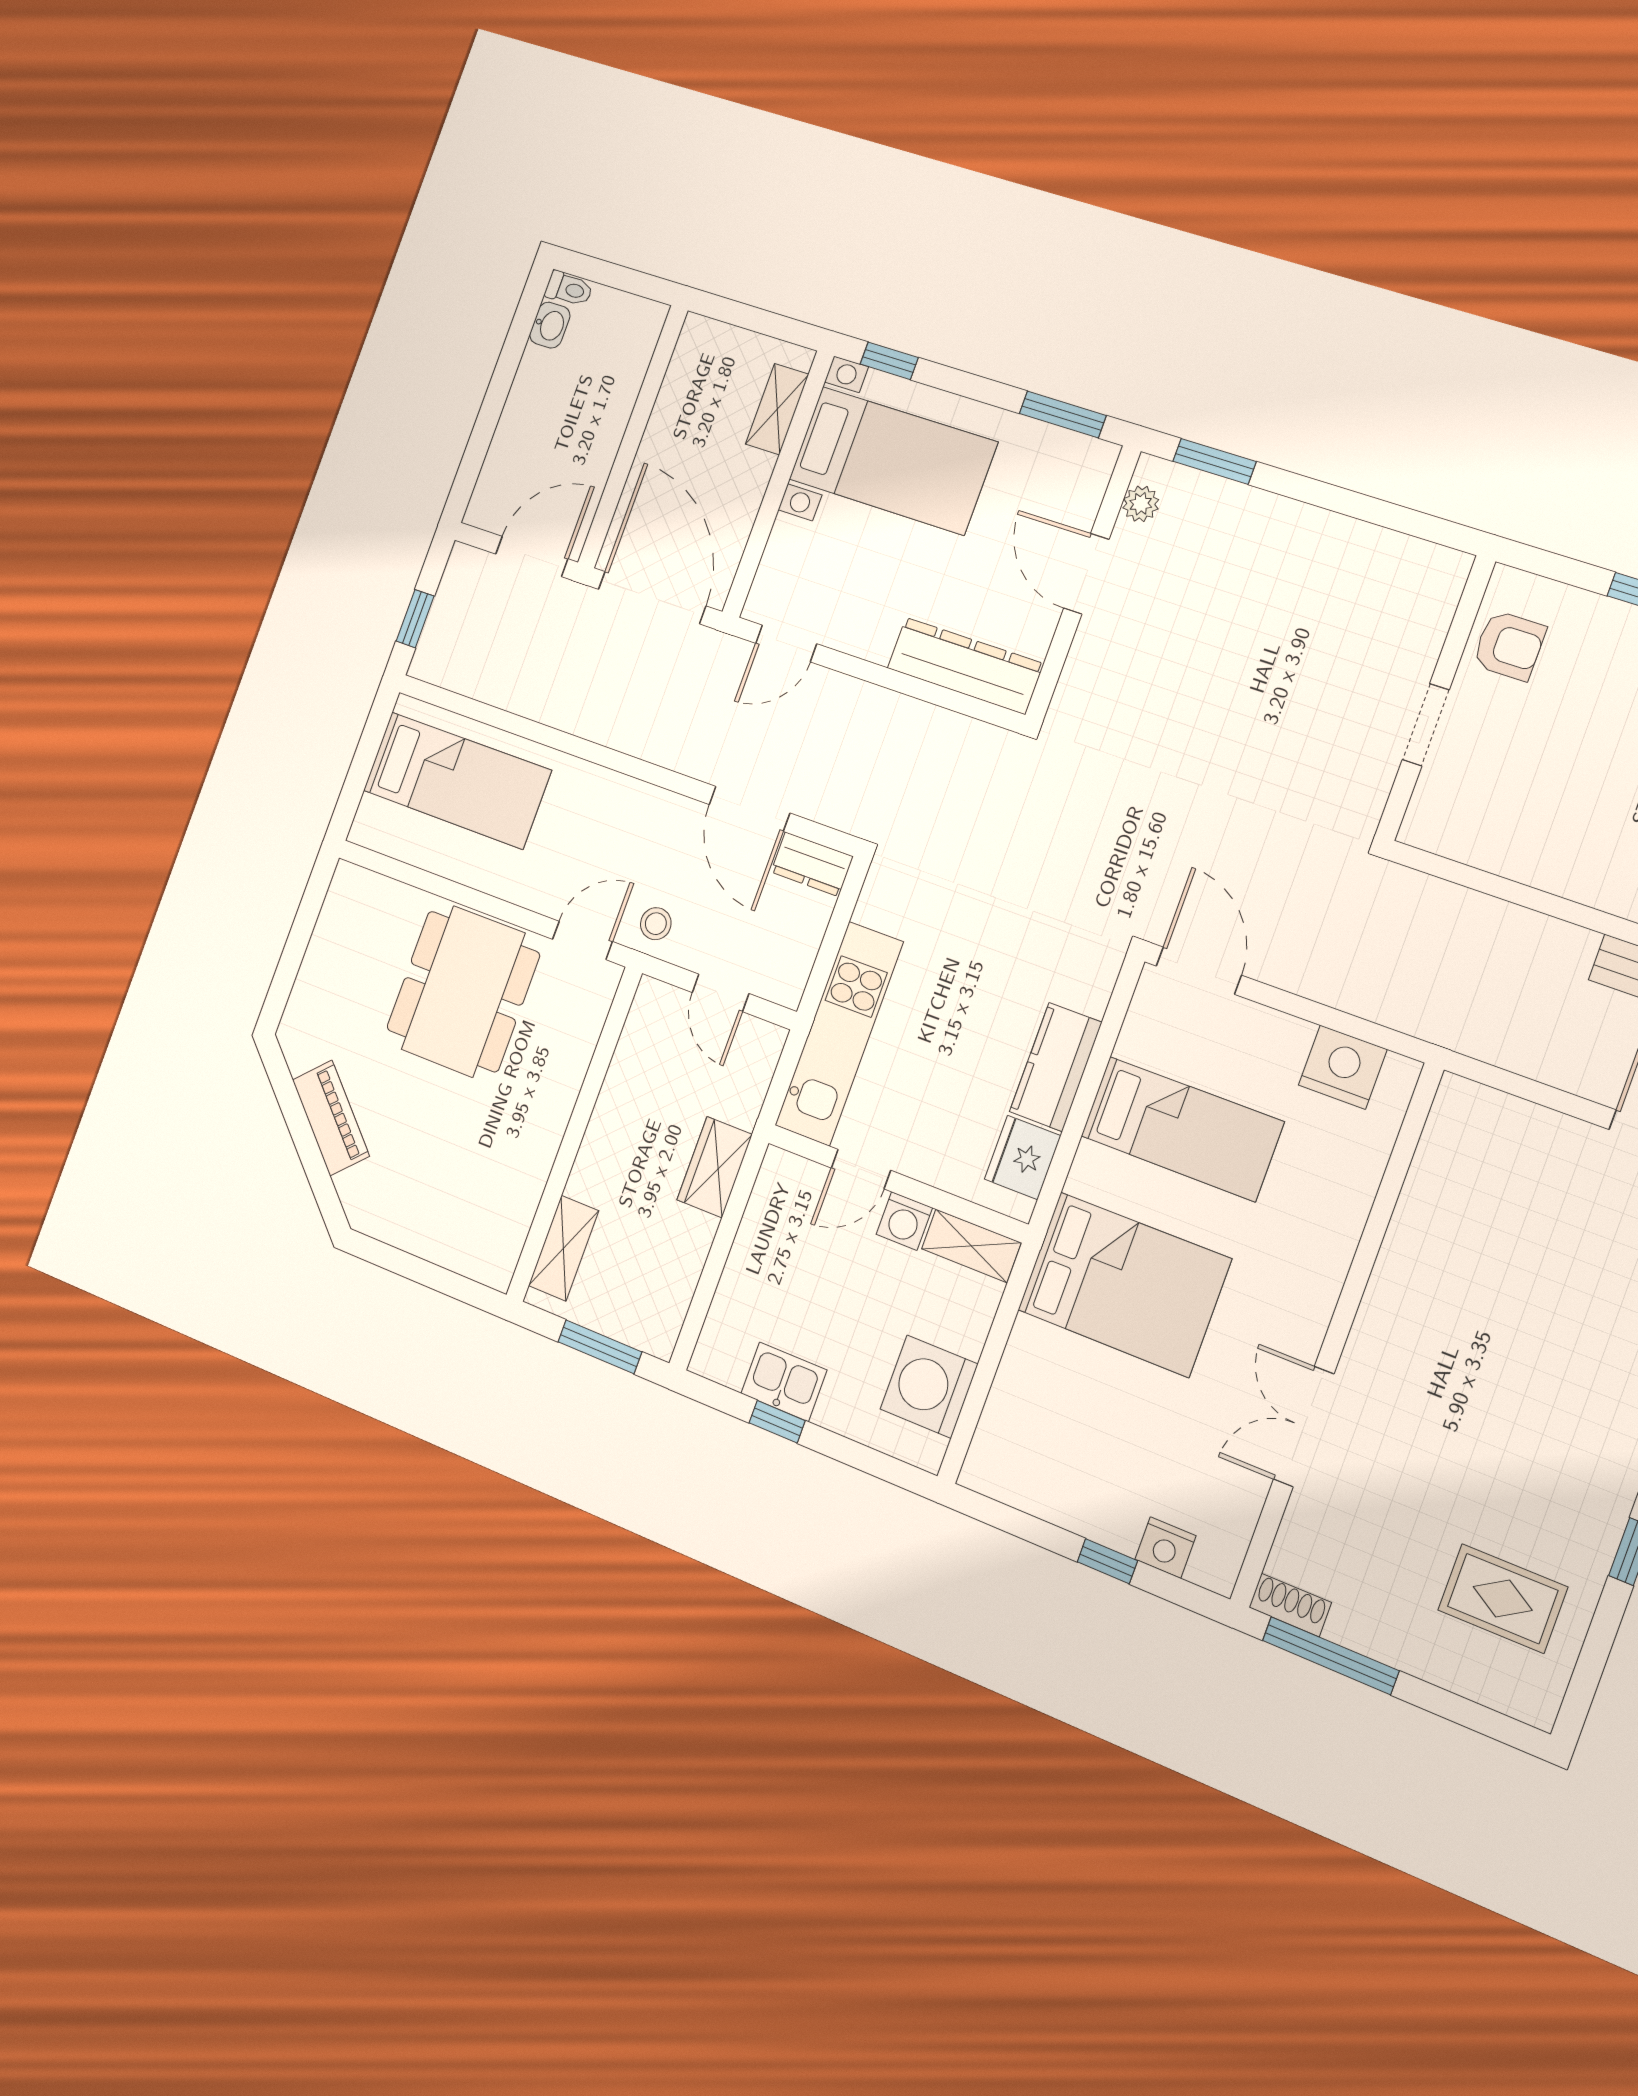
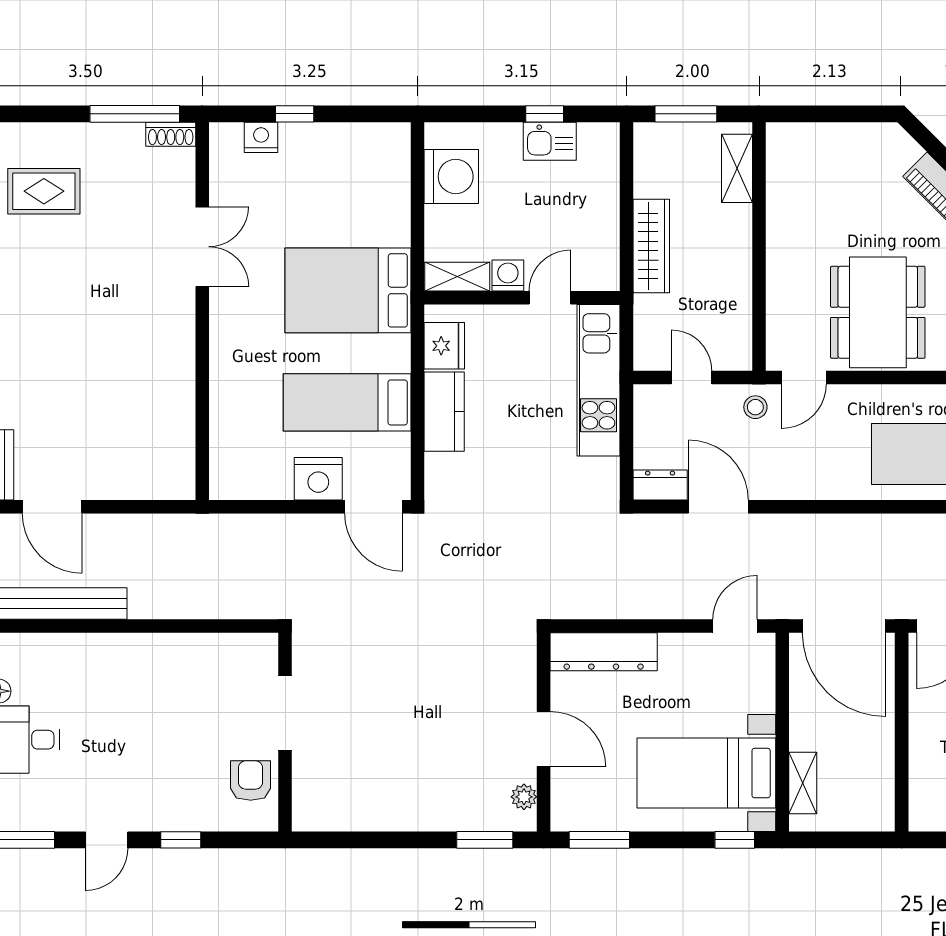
armchair: (1509, 646) -> (251, 781), turned 90
doorway: (1426, 725) -> (285, 713), width x1.38
nightstand: (1343, 1067) -> (318, 479), moved
wardrobe: (715, 1167) -> (651, 246), width x1.50

